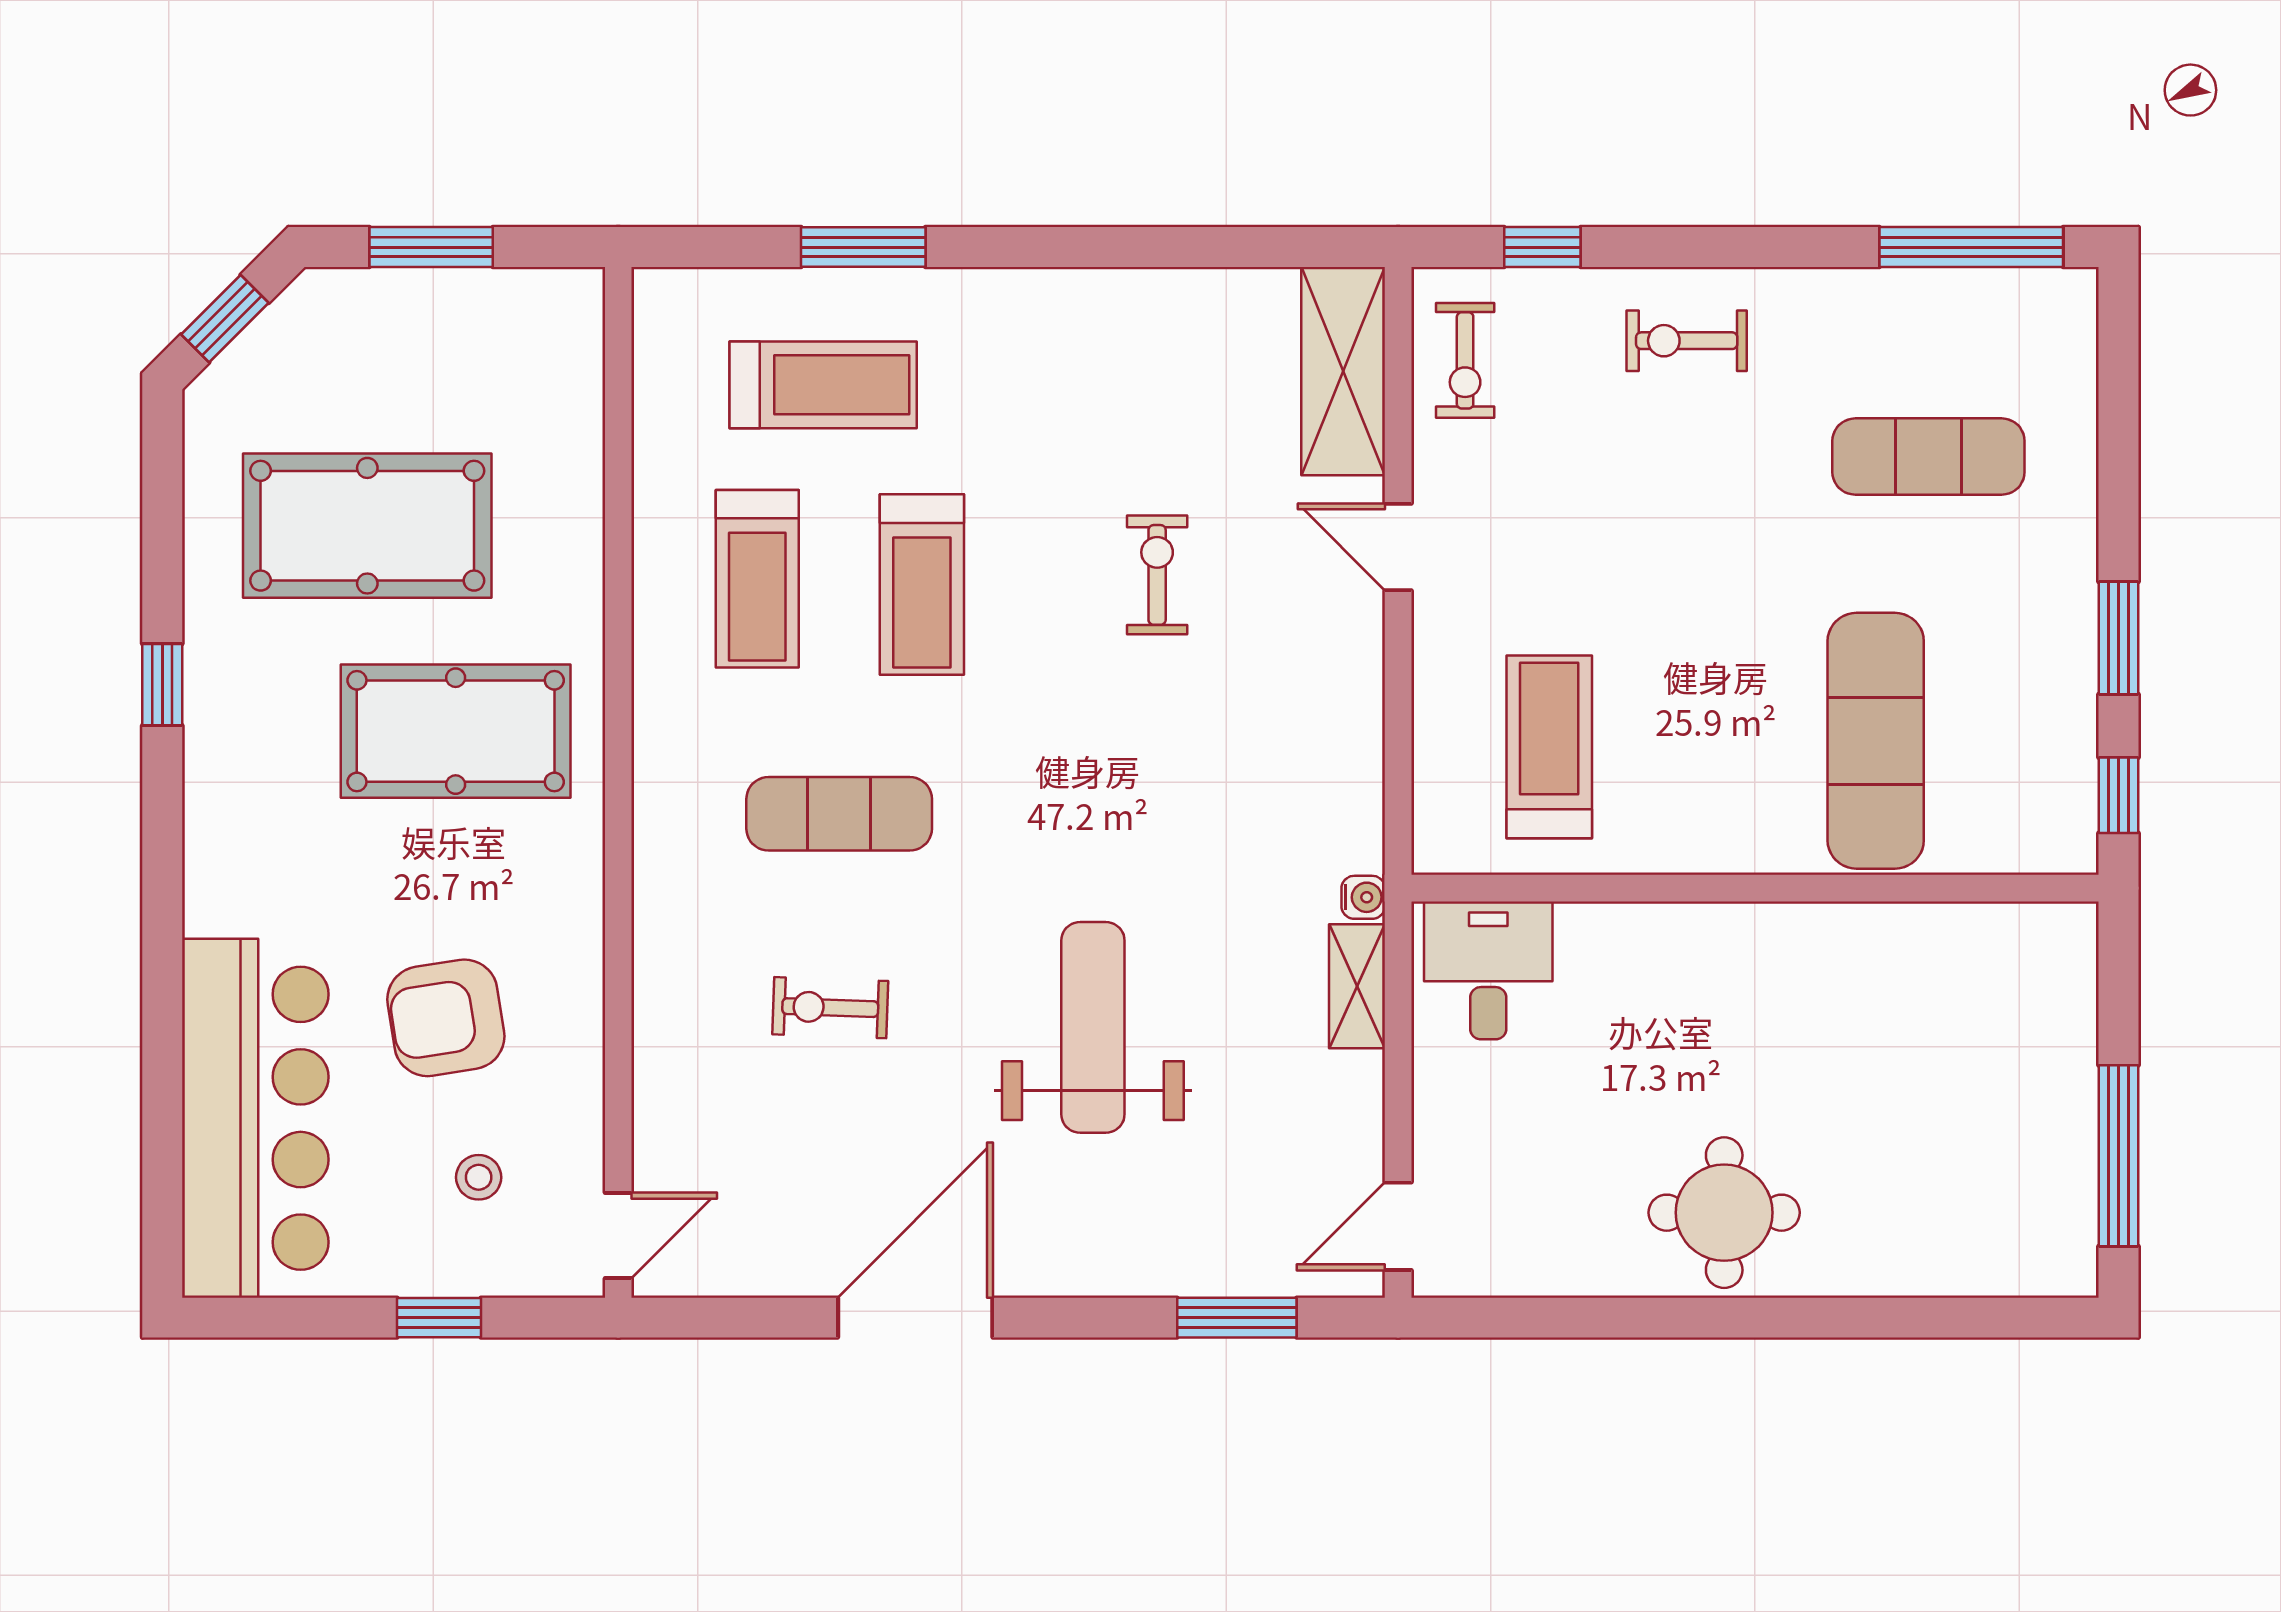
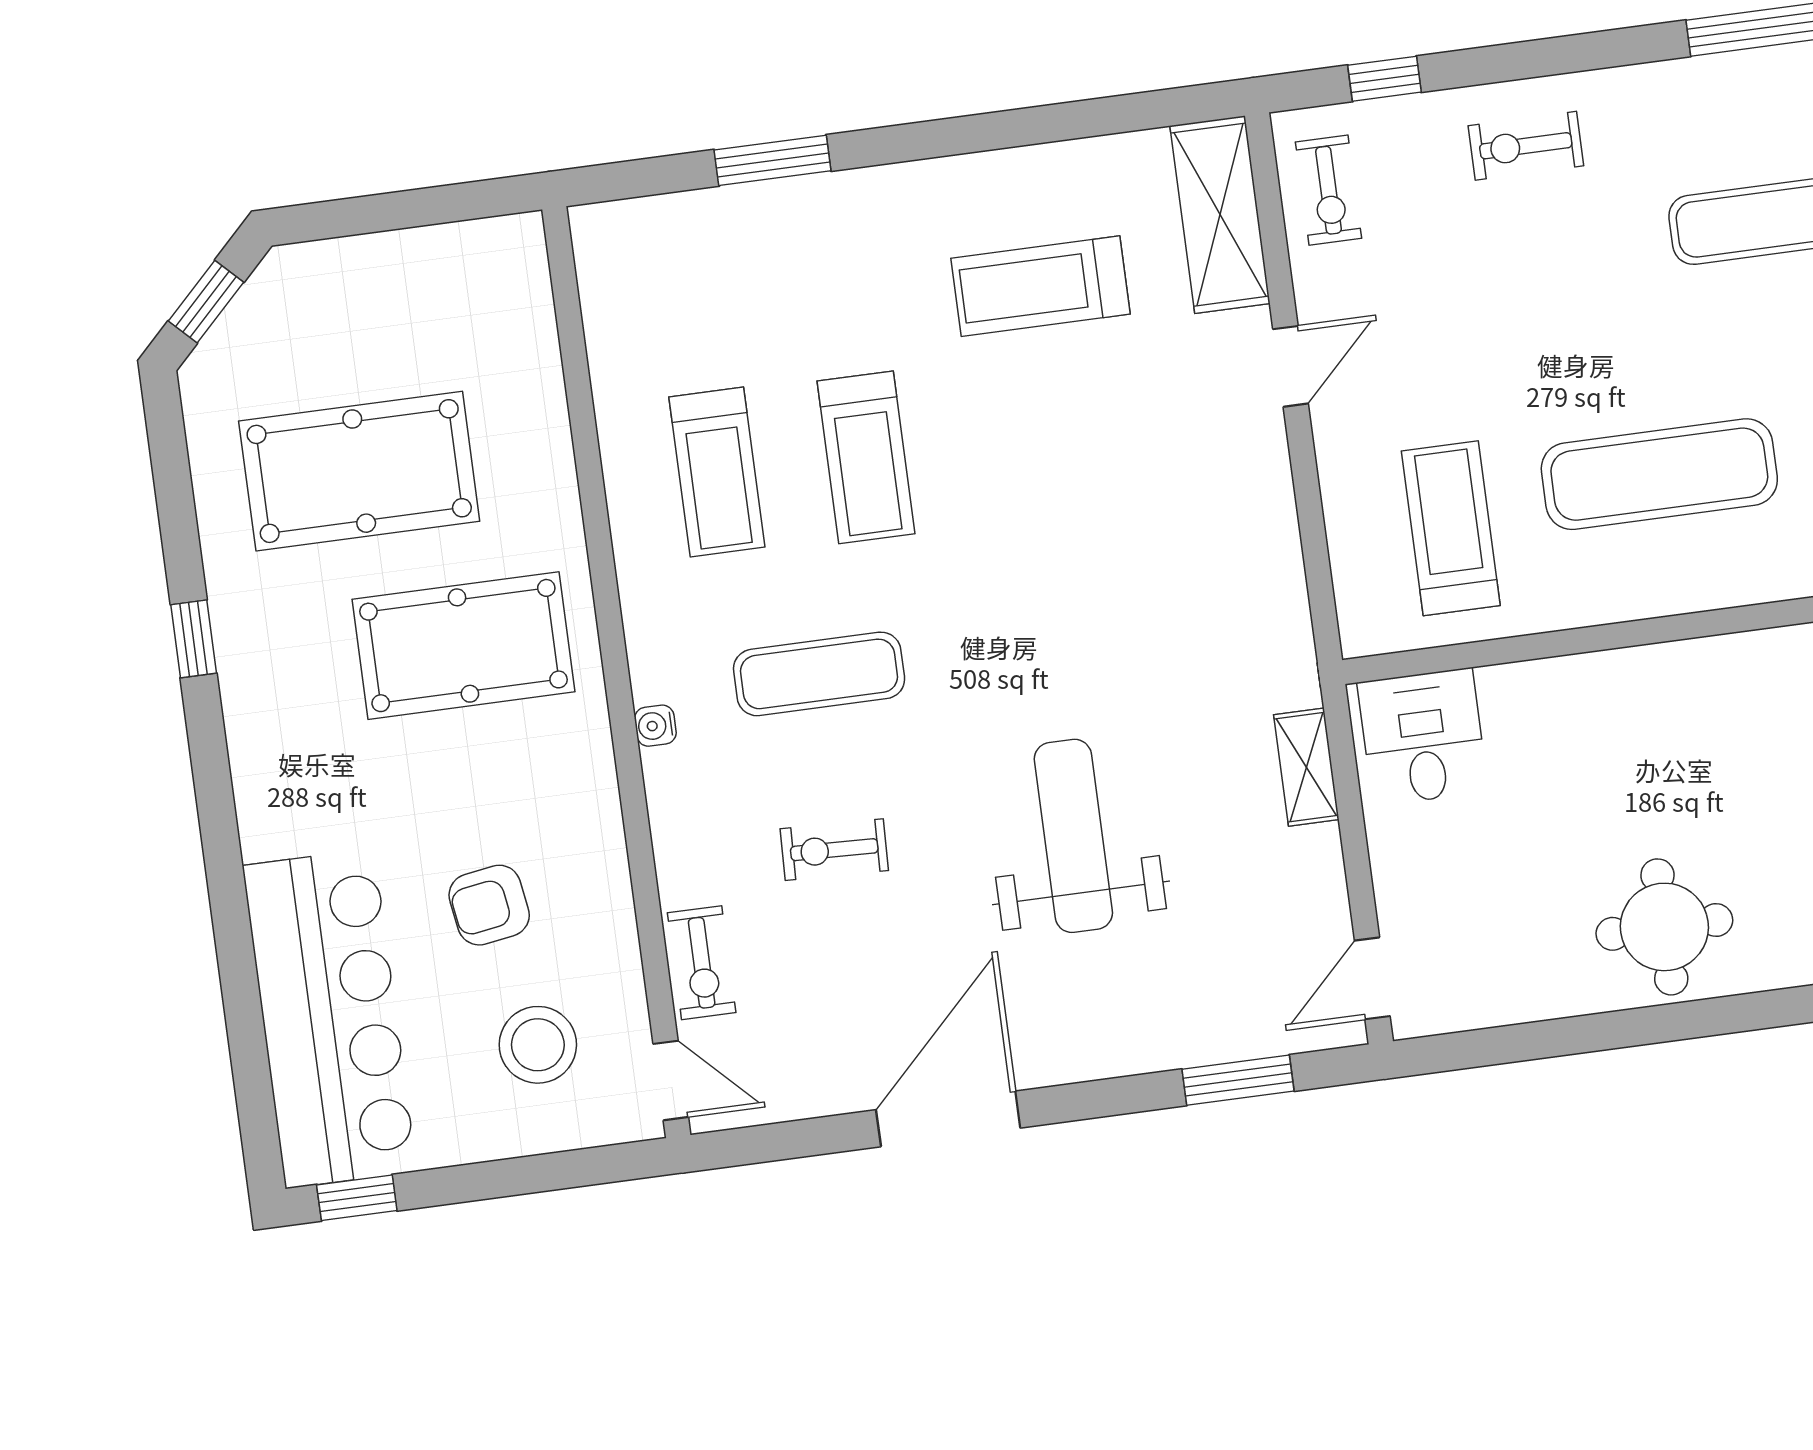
window: (431, 247) -> (383, 212), removed
treadmill: (823, 385) -> (1040, 286), moved, turned 180
door: (1398, 547) -> (1291, 366), swing flipped
exercise bike: (1157, 575) -> (702, 963), moved, turned 180
exercise mat: (1876, 741) -> (1659, 474), moved, turned 90
water cooler: (1363, 897) -> (655, 726), moved, turned 180
armchair: (446, 1018) -> (489, 905), width x0.72, depth x0.72
stool: (479, 1177) -> (538, 1045), width x1.89, depth x1.89
door: (618, 1236) -> (671, 1080), hinge flipped
window: (439, 1318) -> (357, 1198), moved

